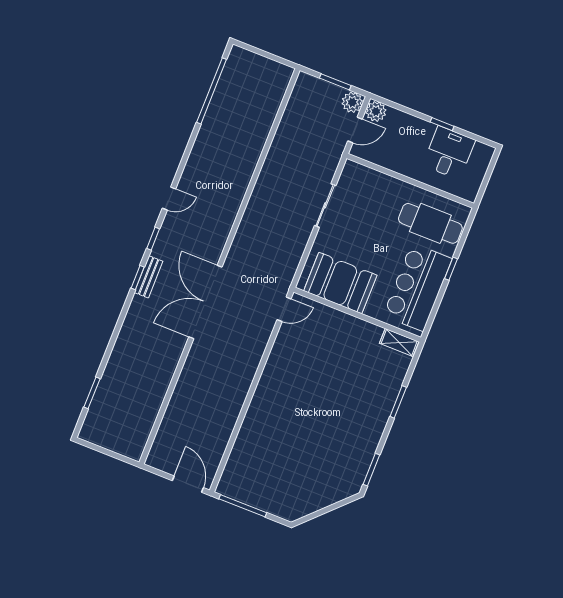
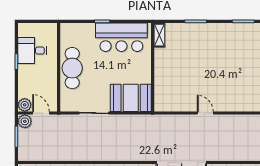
cafe table: (430, 223) -> (72, 68), moved
booth: (340, 283) -> (131, 98), moved, turned 90
door: (284, 309) -> (205, 113), moved

